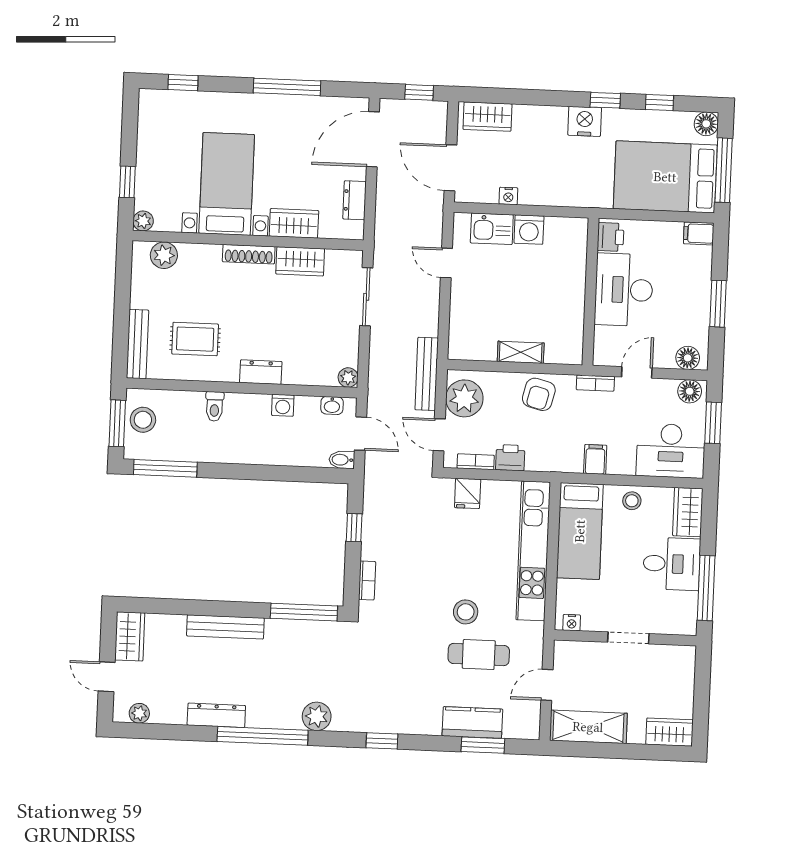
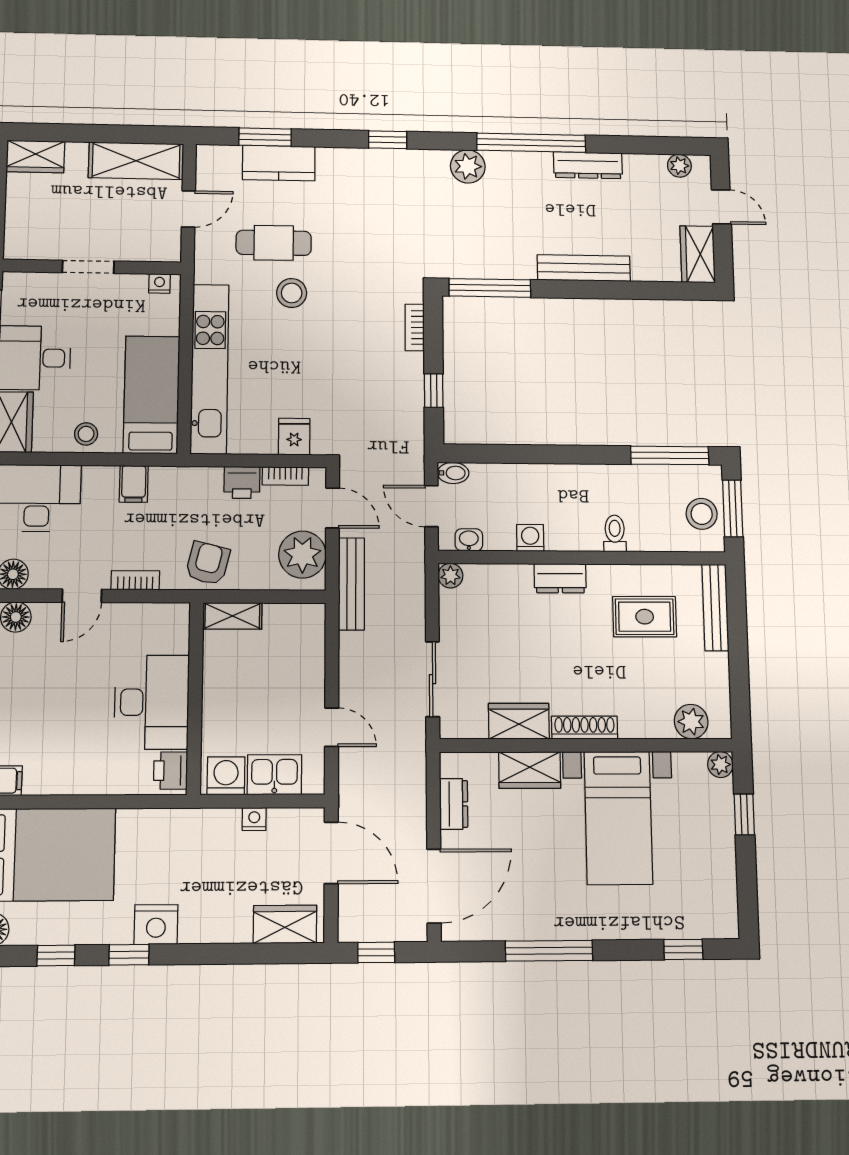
printer: (611, 237) -> (171, 771), moved
desk: (624, 290) -> (152, 702), moved
wall: (590, 292) -> (195, 698), moved

